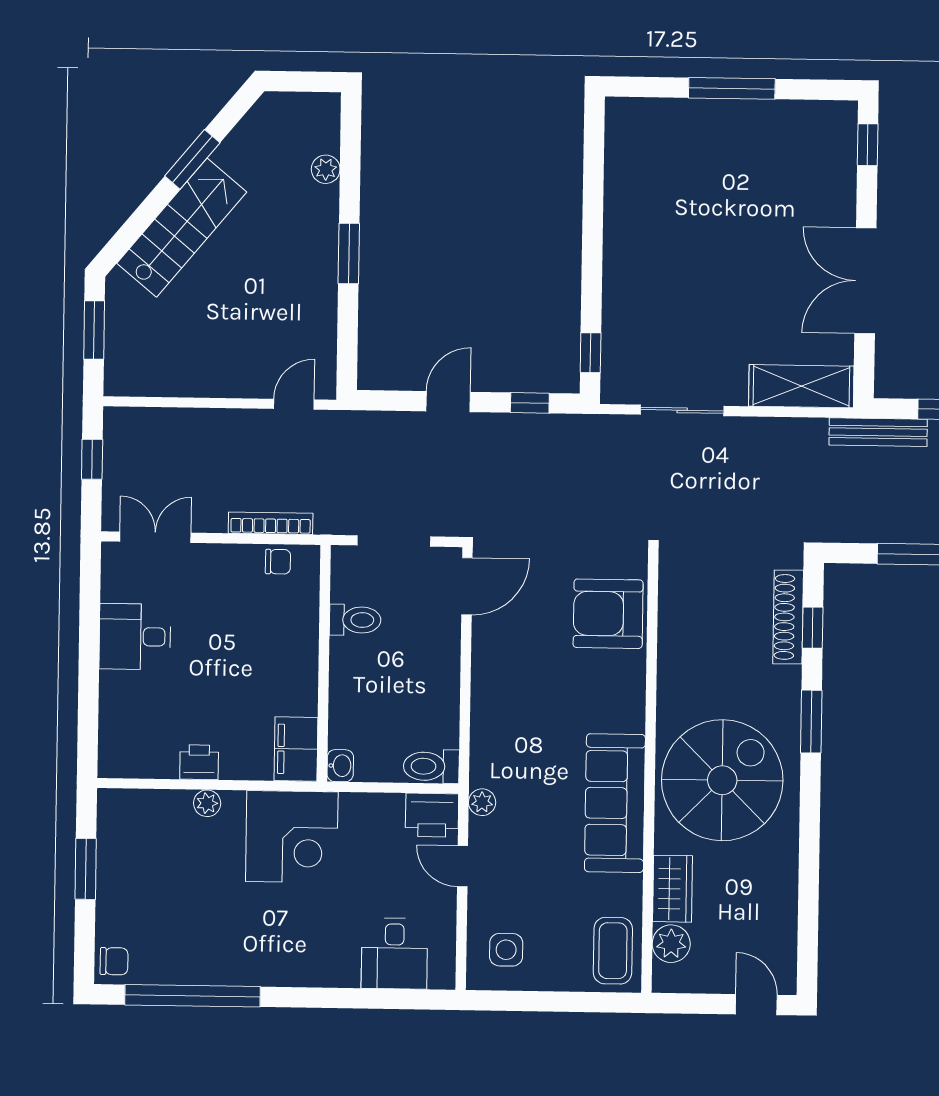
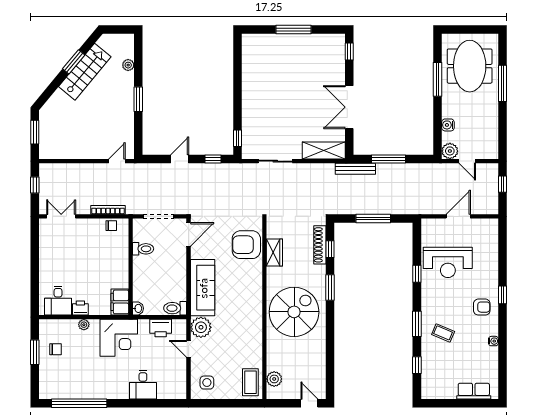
stairs: (182, 228) -> (85, 72), moved
desk: (135, 637) -> (58, 301), moved, turned -90
plant: (482, 802) -> (201, 327), width x1.88, depth x1.88
sofa: (615, 803) -> (203, 288), moved, turned 180
printer: (432, 815) -> (161, 328), moved
wardrobe: (672, 889) -> (274, 252), moved
desk: (394, 953) -> (143, 385), moved
chair: (114, 961) -> (56, 349), moved

